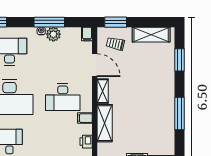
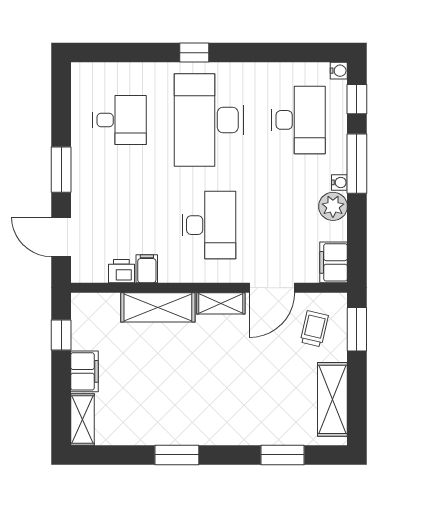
window: (49, 22) -> (357, 164), moved
filing cabinet: (87, 34) -> (334, 262), width x2.00
desk: (63, 97) -> (209, 225), turned 180
window: (179, 113) -> (177, 455), width x0.69
filing cabinet: (85, 118) -> (147, 269), moved

